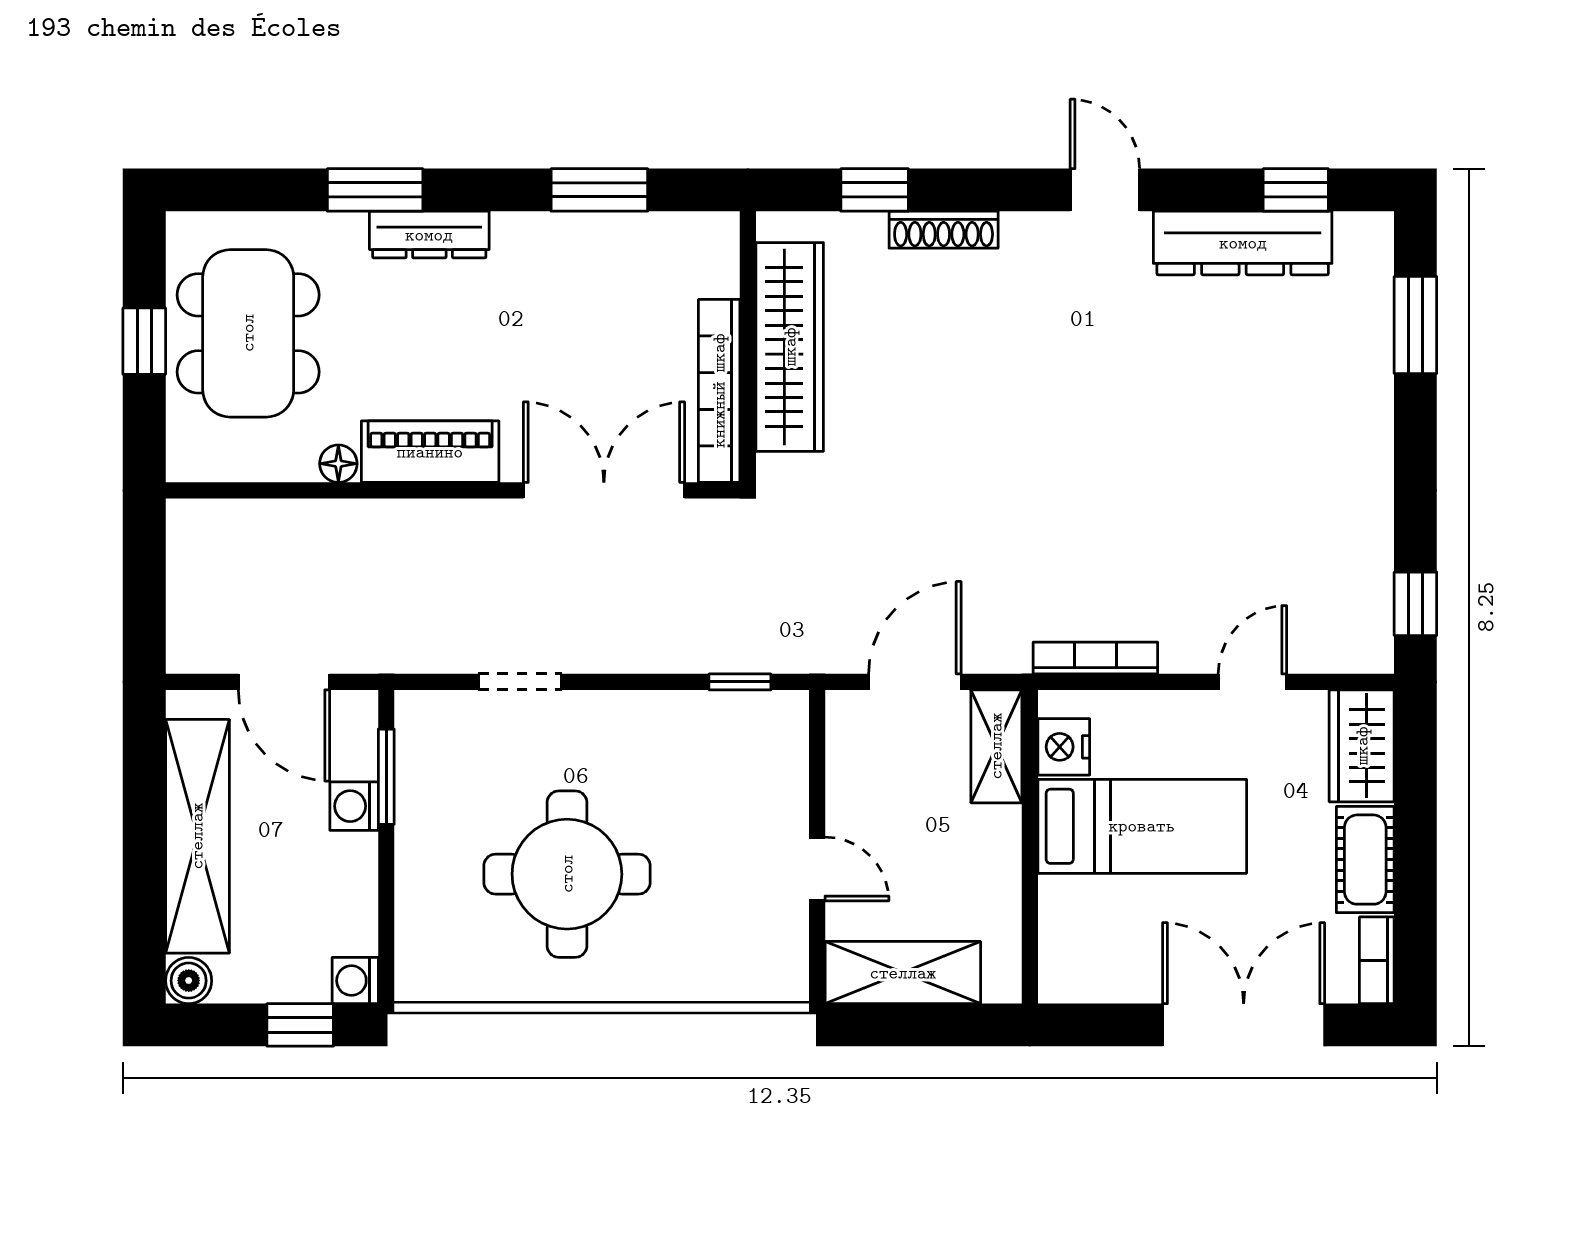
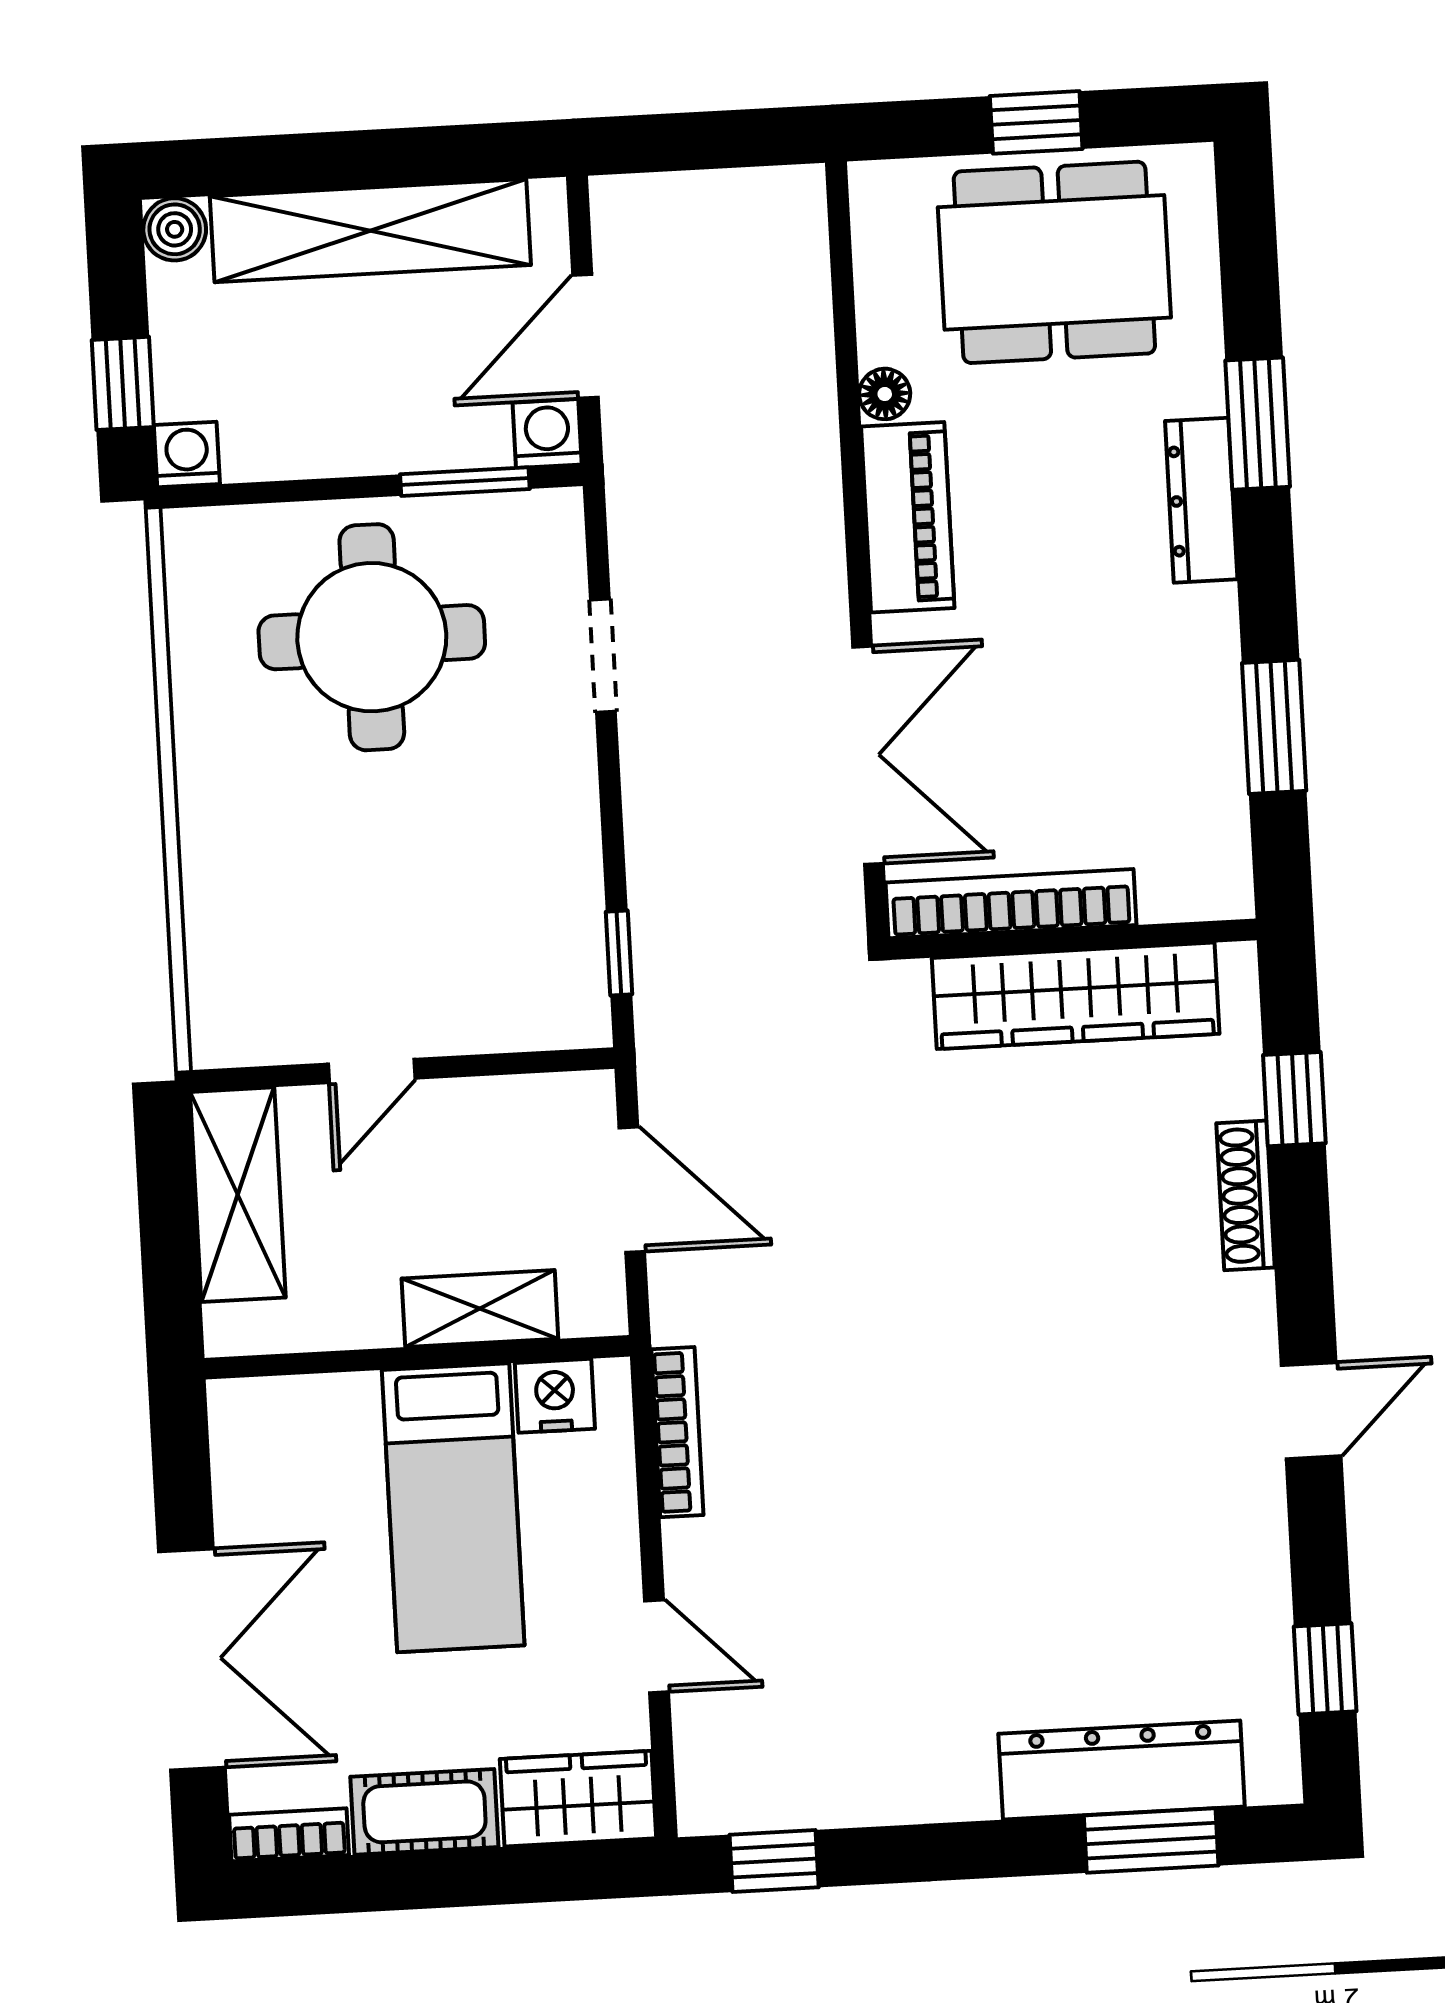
dresser: (1243, 243) -> (1122, 1770), moved, turned 90
shelving: (996, 746) -> (480, 1309), moved
washing machine: (354, 806) -> (547, 434), moved
round table: (567, 874) -> (372, 637), moved

